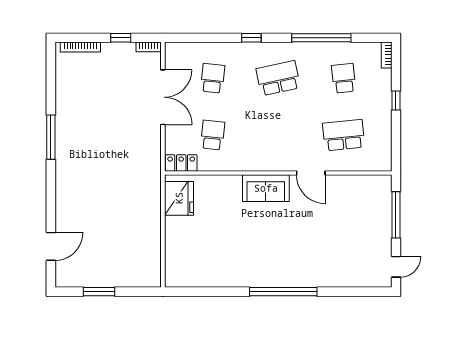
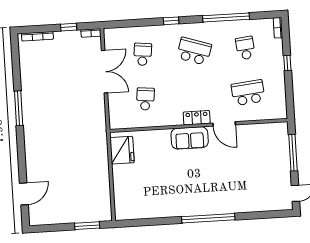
school desk: (278, 78) -> (194, 51), turned 30
locker: (181, 163) -> (197, 118), moved
window: (99, 292) -> (87, 226), moved

